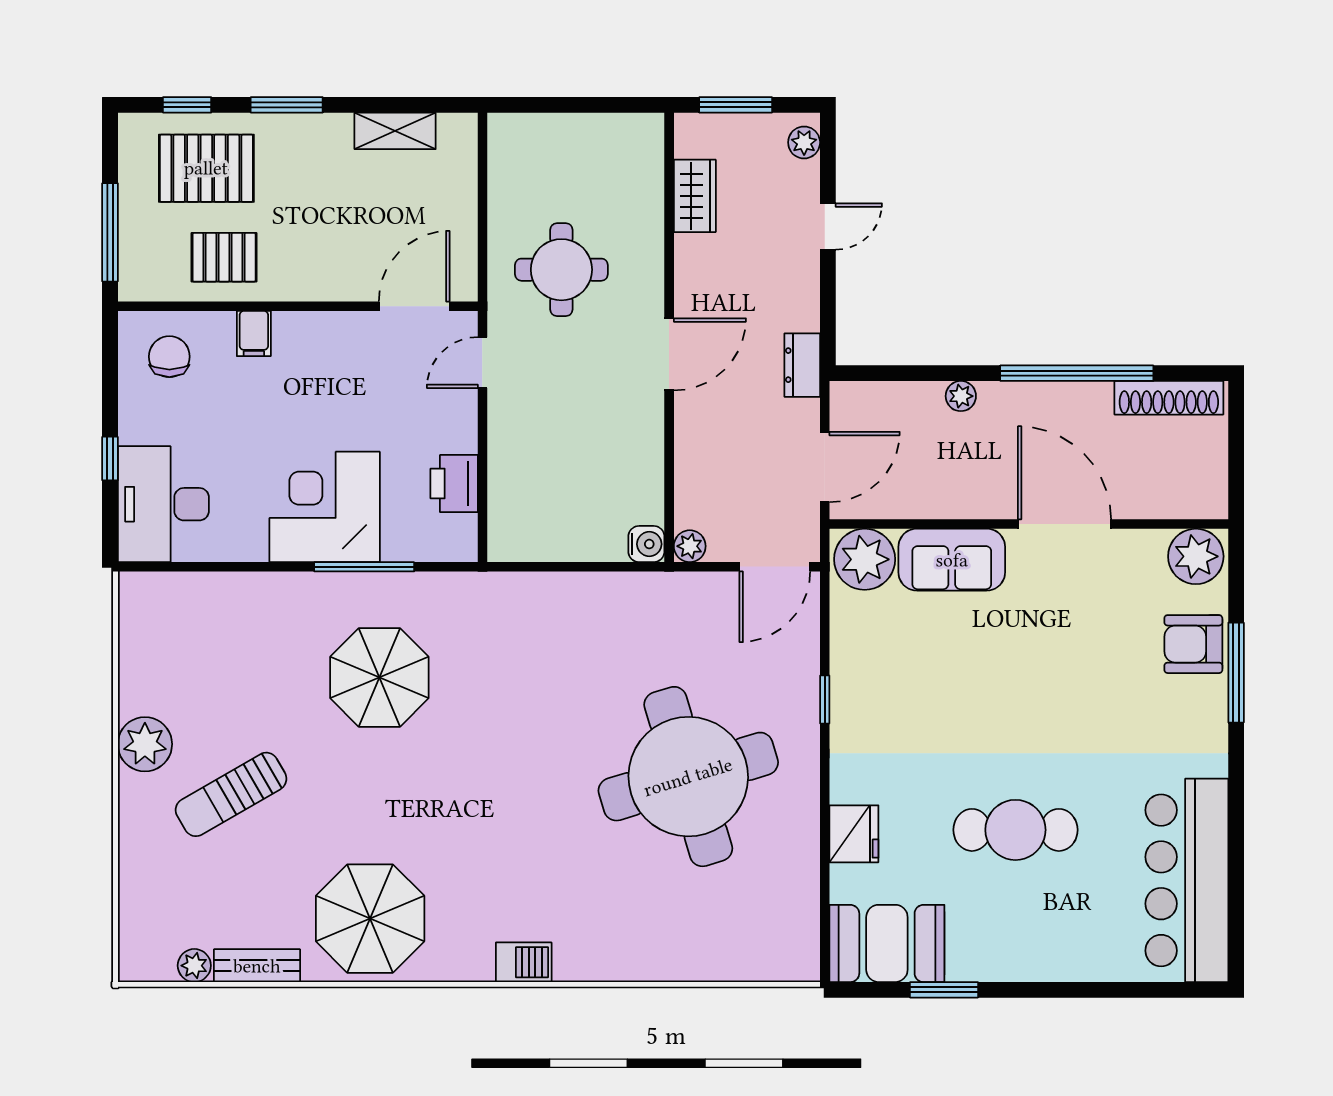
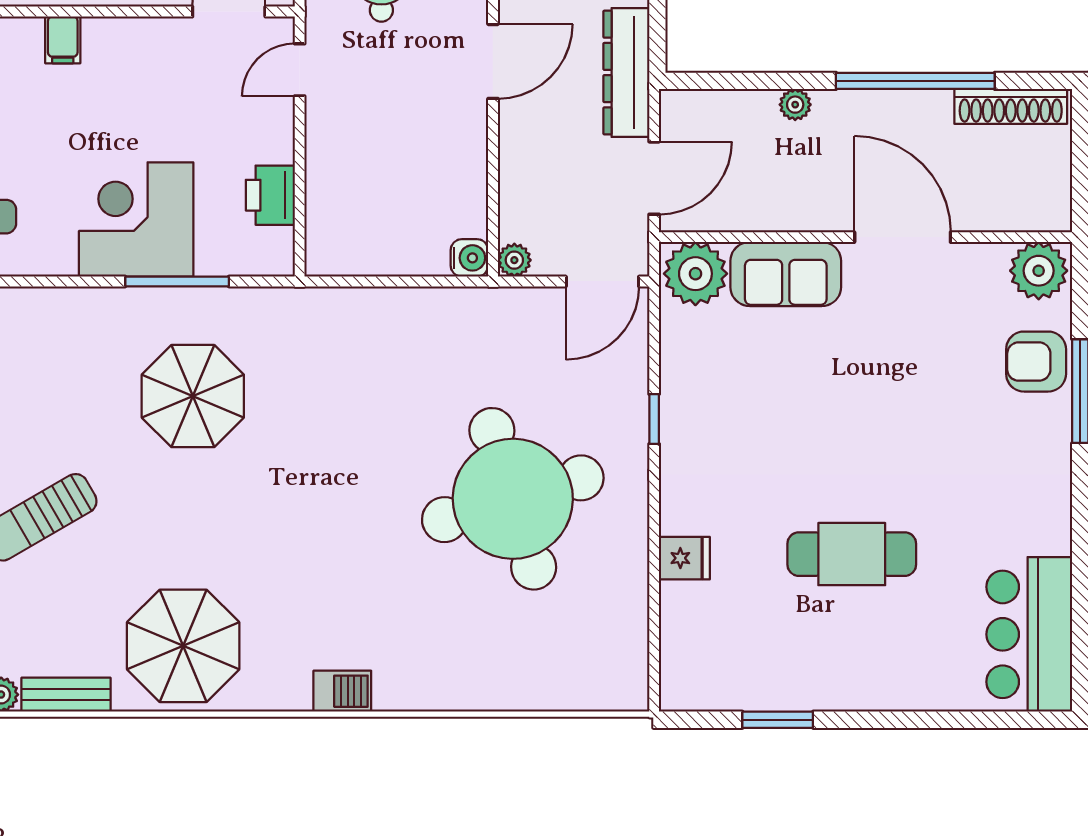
dresser: (802, 365) -> (626, 73), width x1.96, depth x1.24
fridge: (854, 834) -> (684, 558), width x0.72
bar counter: (1187, 880) -> (1029, 634), width x0.73
booth: (887, 943) -> (719, 672), removed

